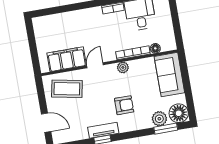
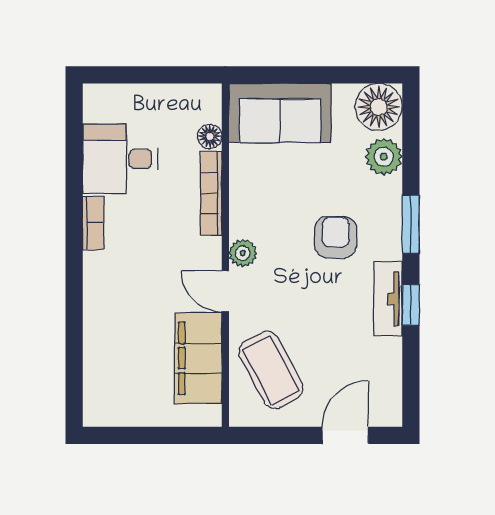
plant: (123, 67) -> (243, 253), moved
coffee table: (67, 89) -> (271, 370), turned -39
window: (166, 129) -> (411, 224), moved

